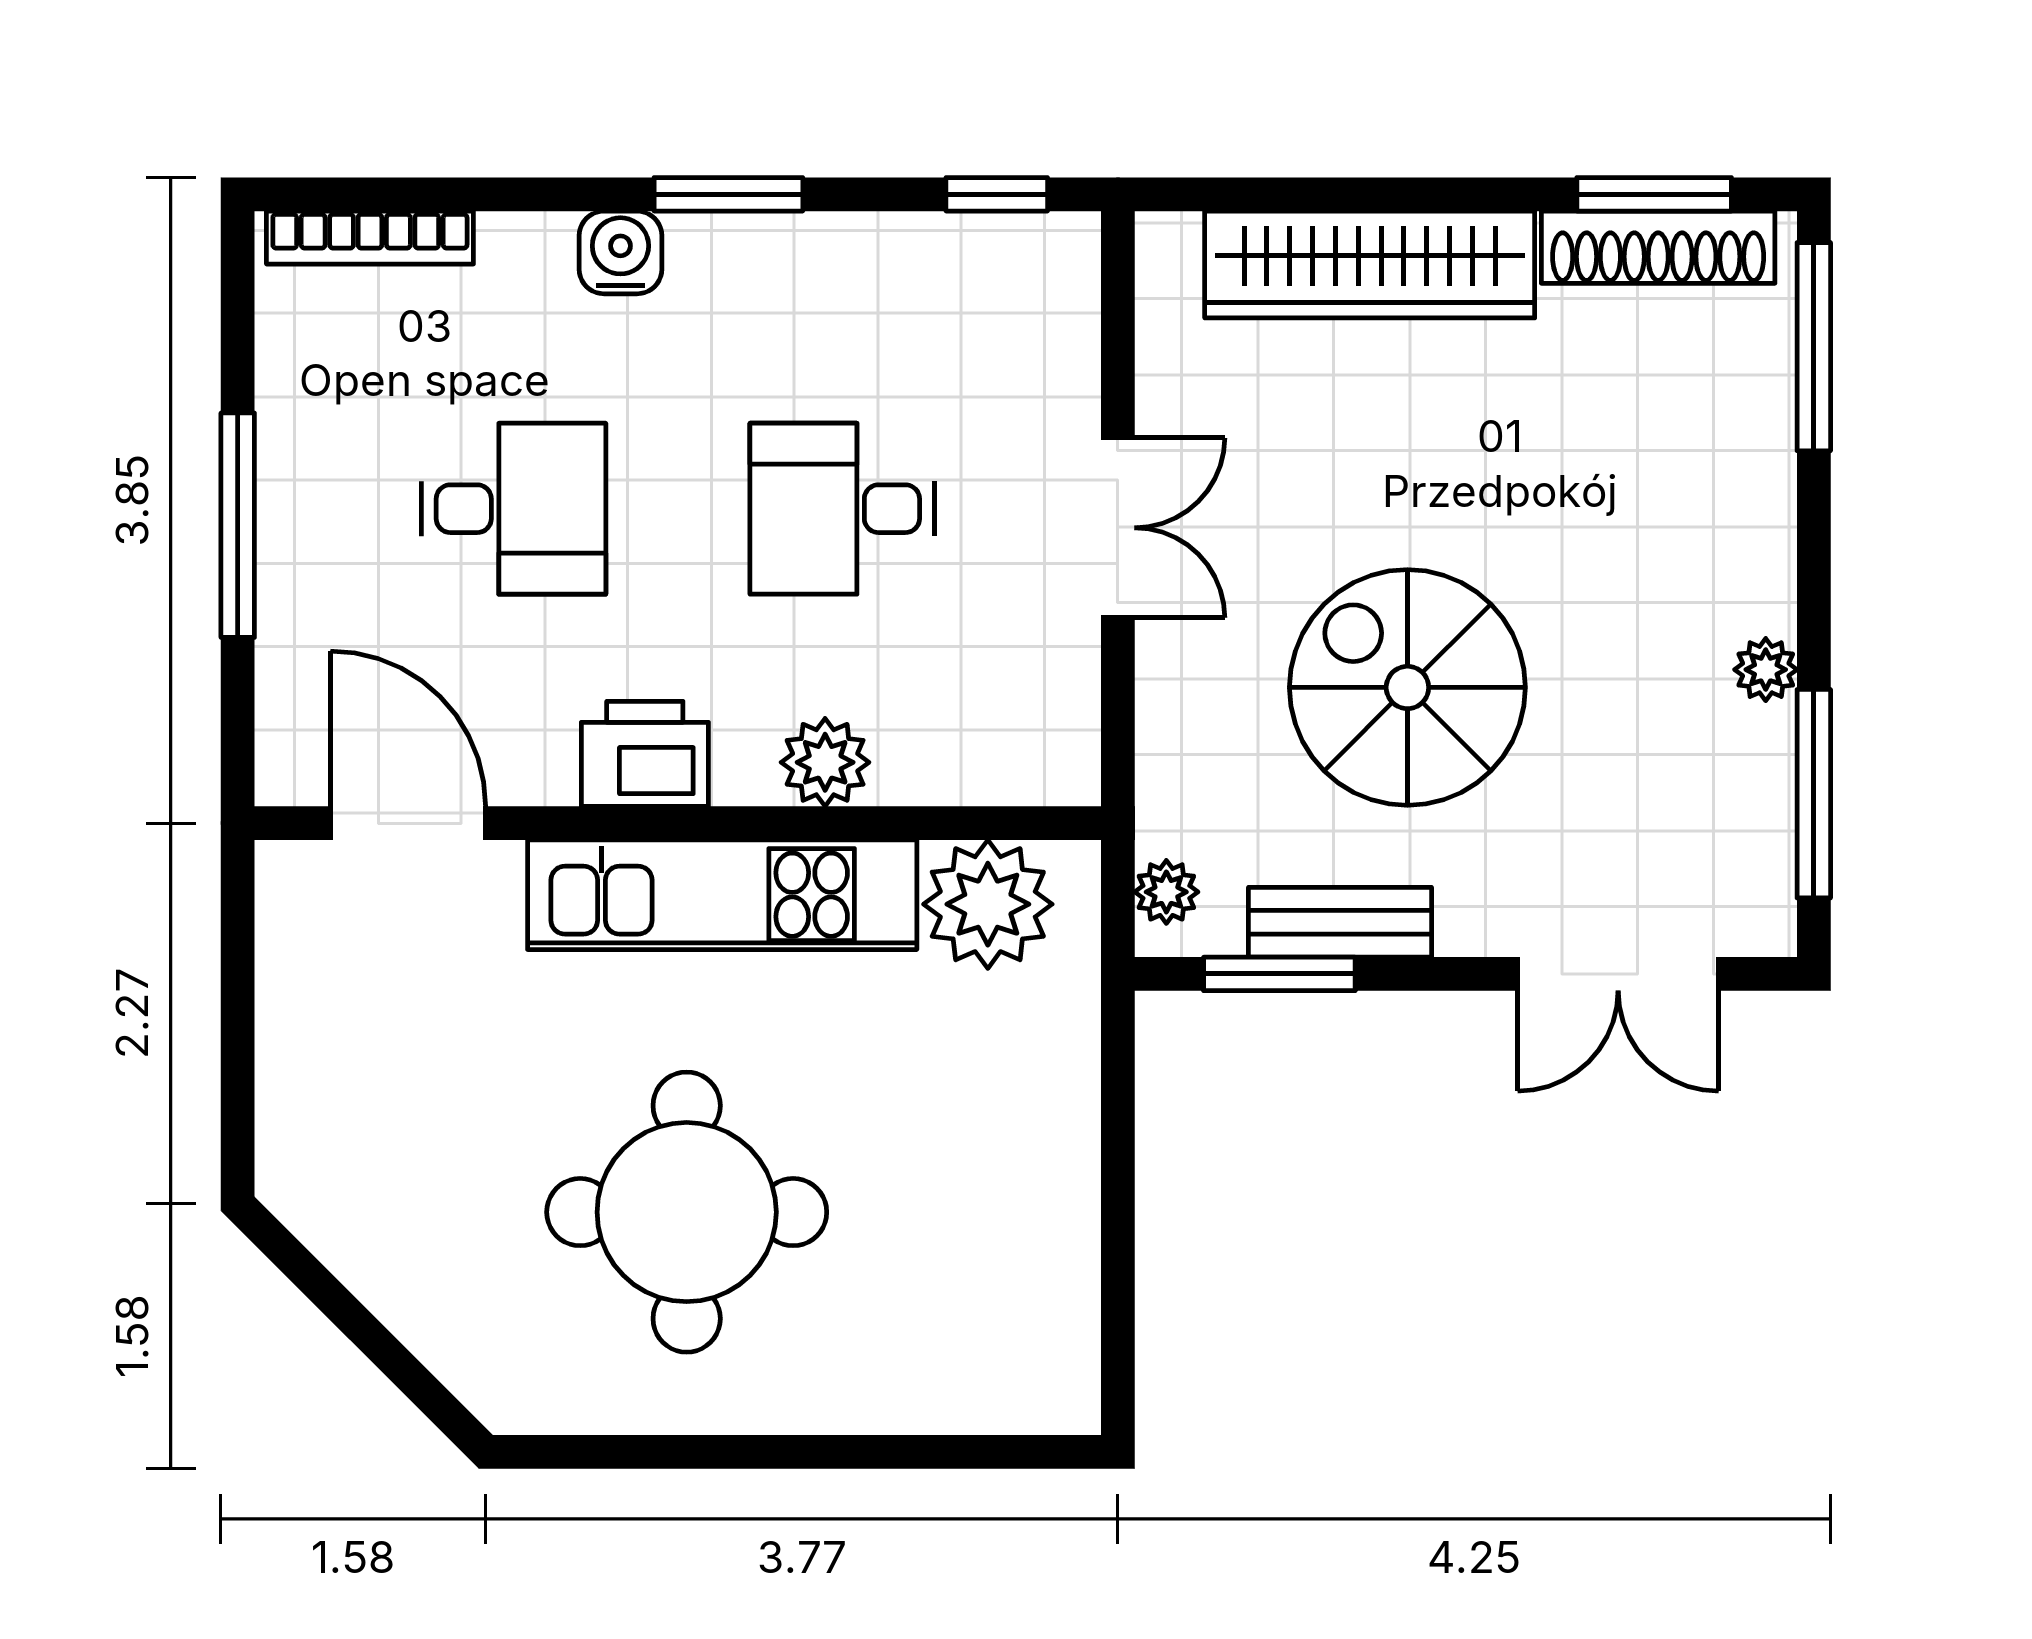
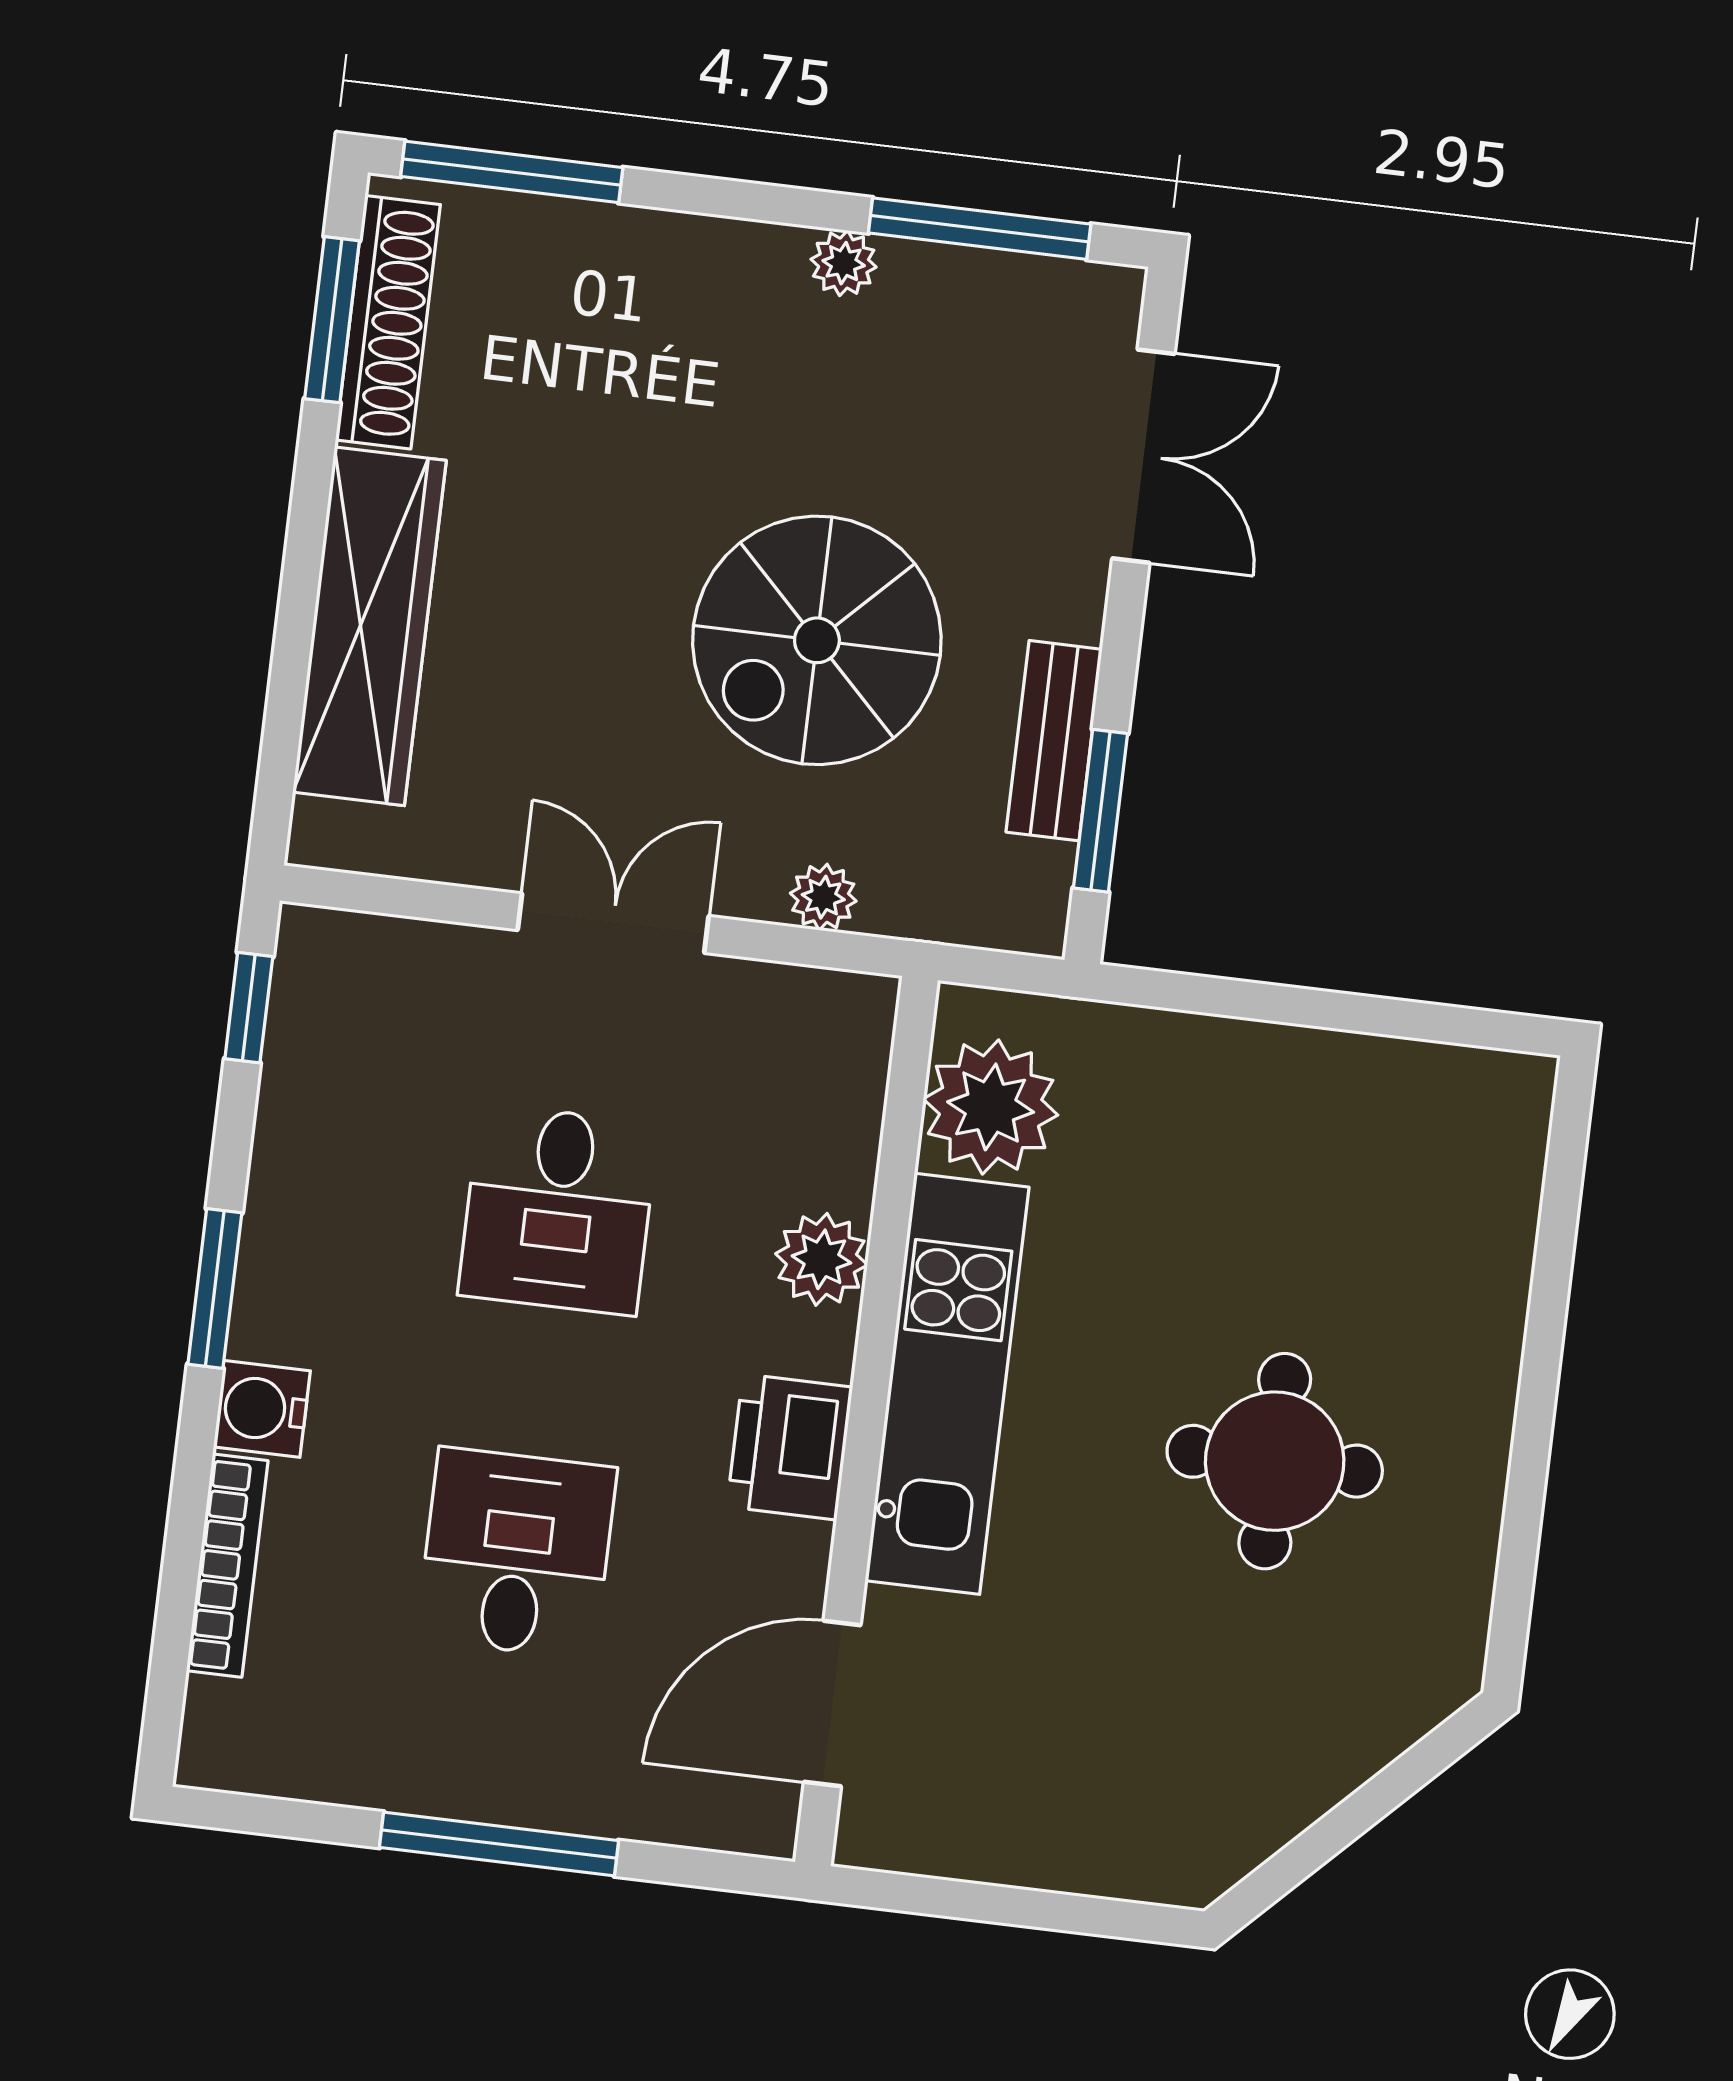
bookcase: (370, 238) -> (227, 1566), moved
plant: (1166, 892) -> (823, 897), moved
round table: (687, 1212) -> (1275, 1461), width x0.73, depth x0.73

